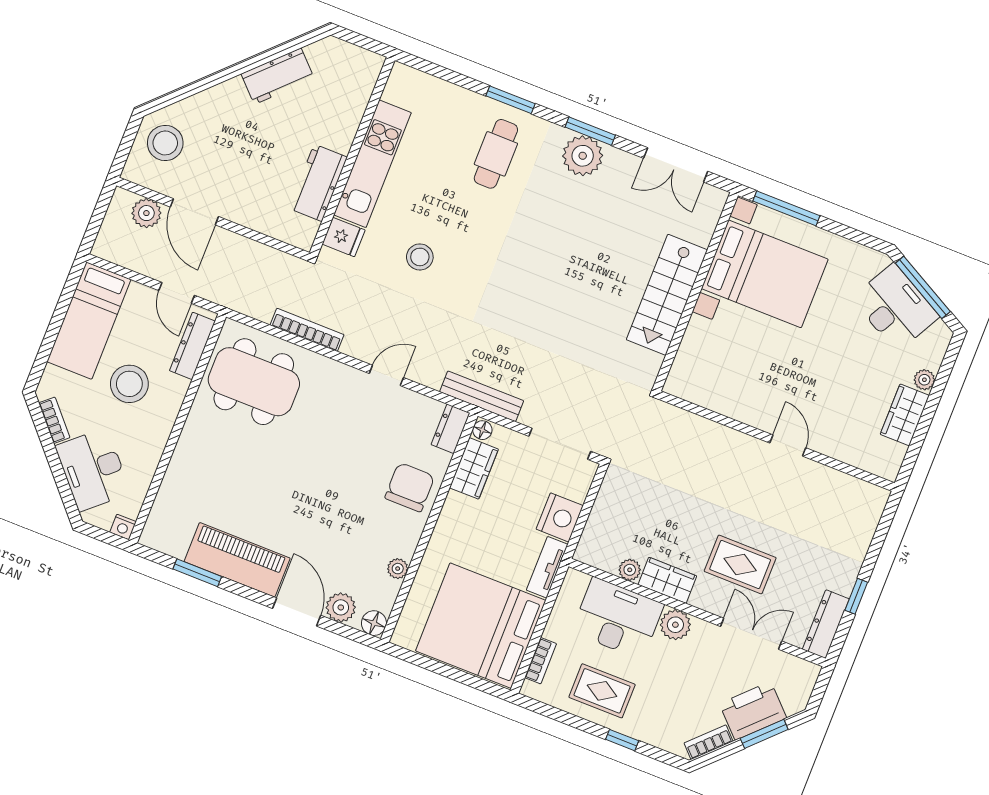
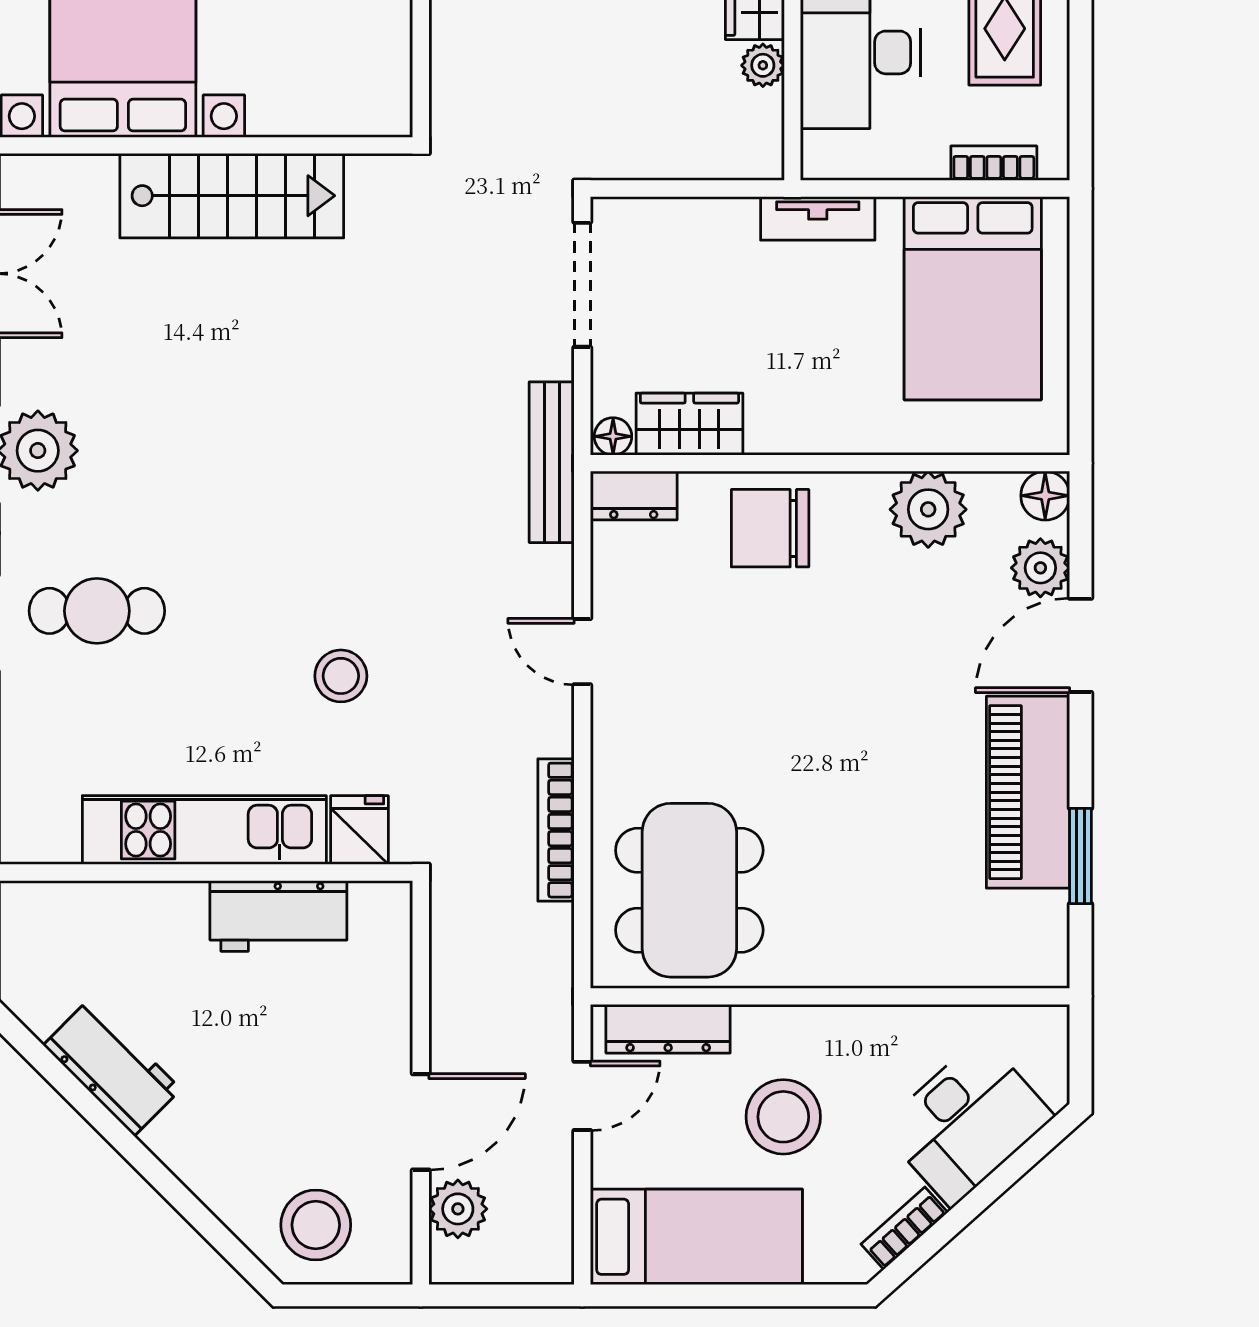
nightstand: (560, 517) -> (717, 231), removed
nightstand: (123, 527) -> (1050, 1025), removed
plant: (398, 569) -> (928, 509), width x1.87, depth x1.87
bed: (481, 626) -> (973, 298), width x0.73

